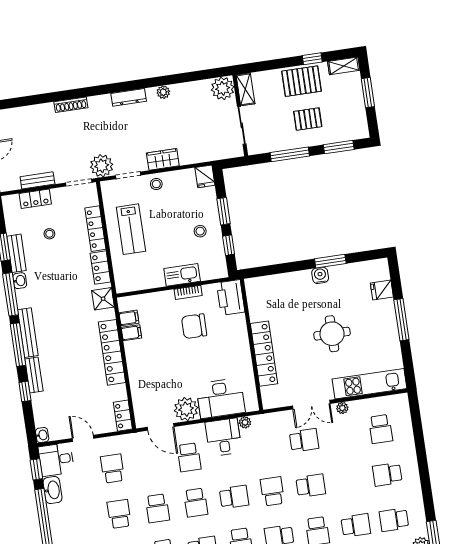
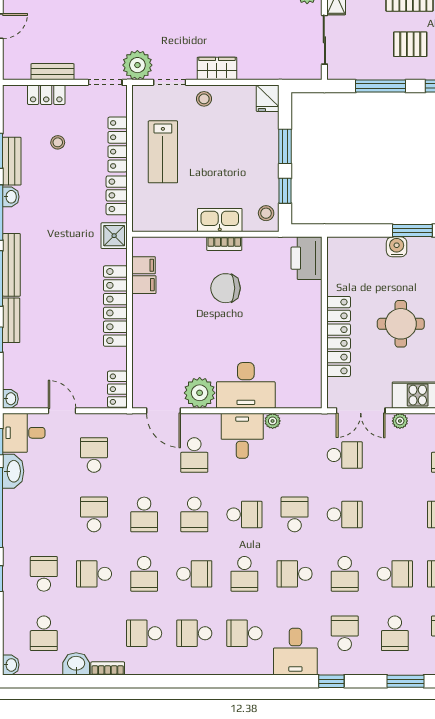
stool: (200, 231) -> (266, 213), moved
printer: (231, 297) -> (307, 258), moved
wall: (252, 345) -> (324, 322), moved
locker: (264, 354) -> (339, 336), moved

